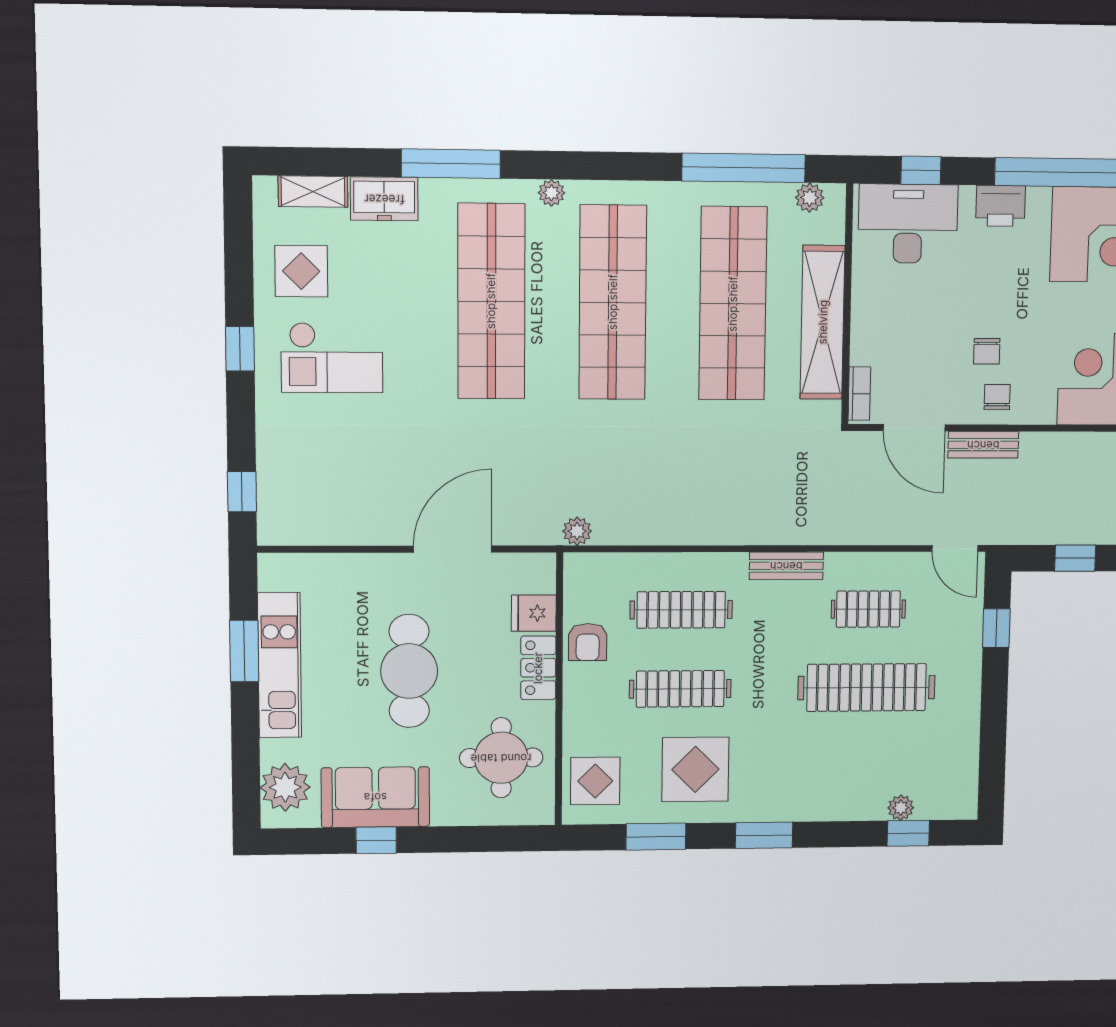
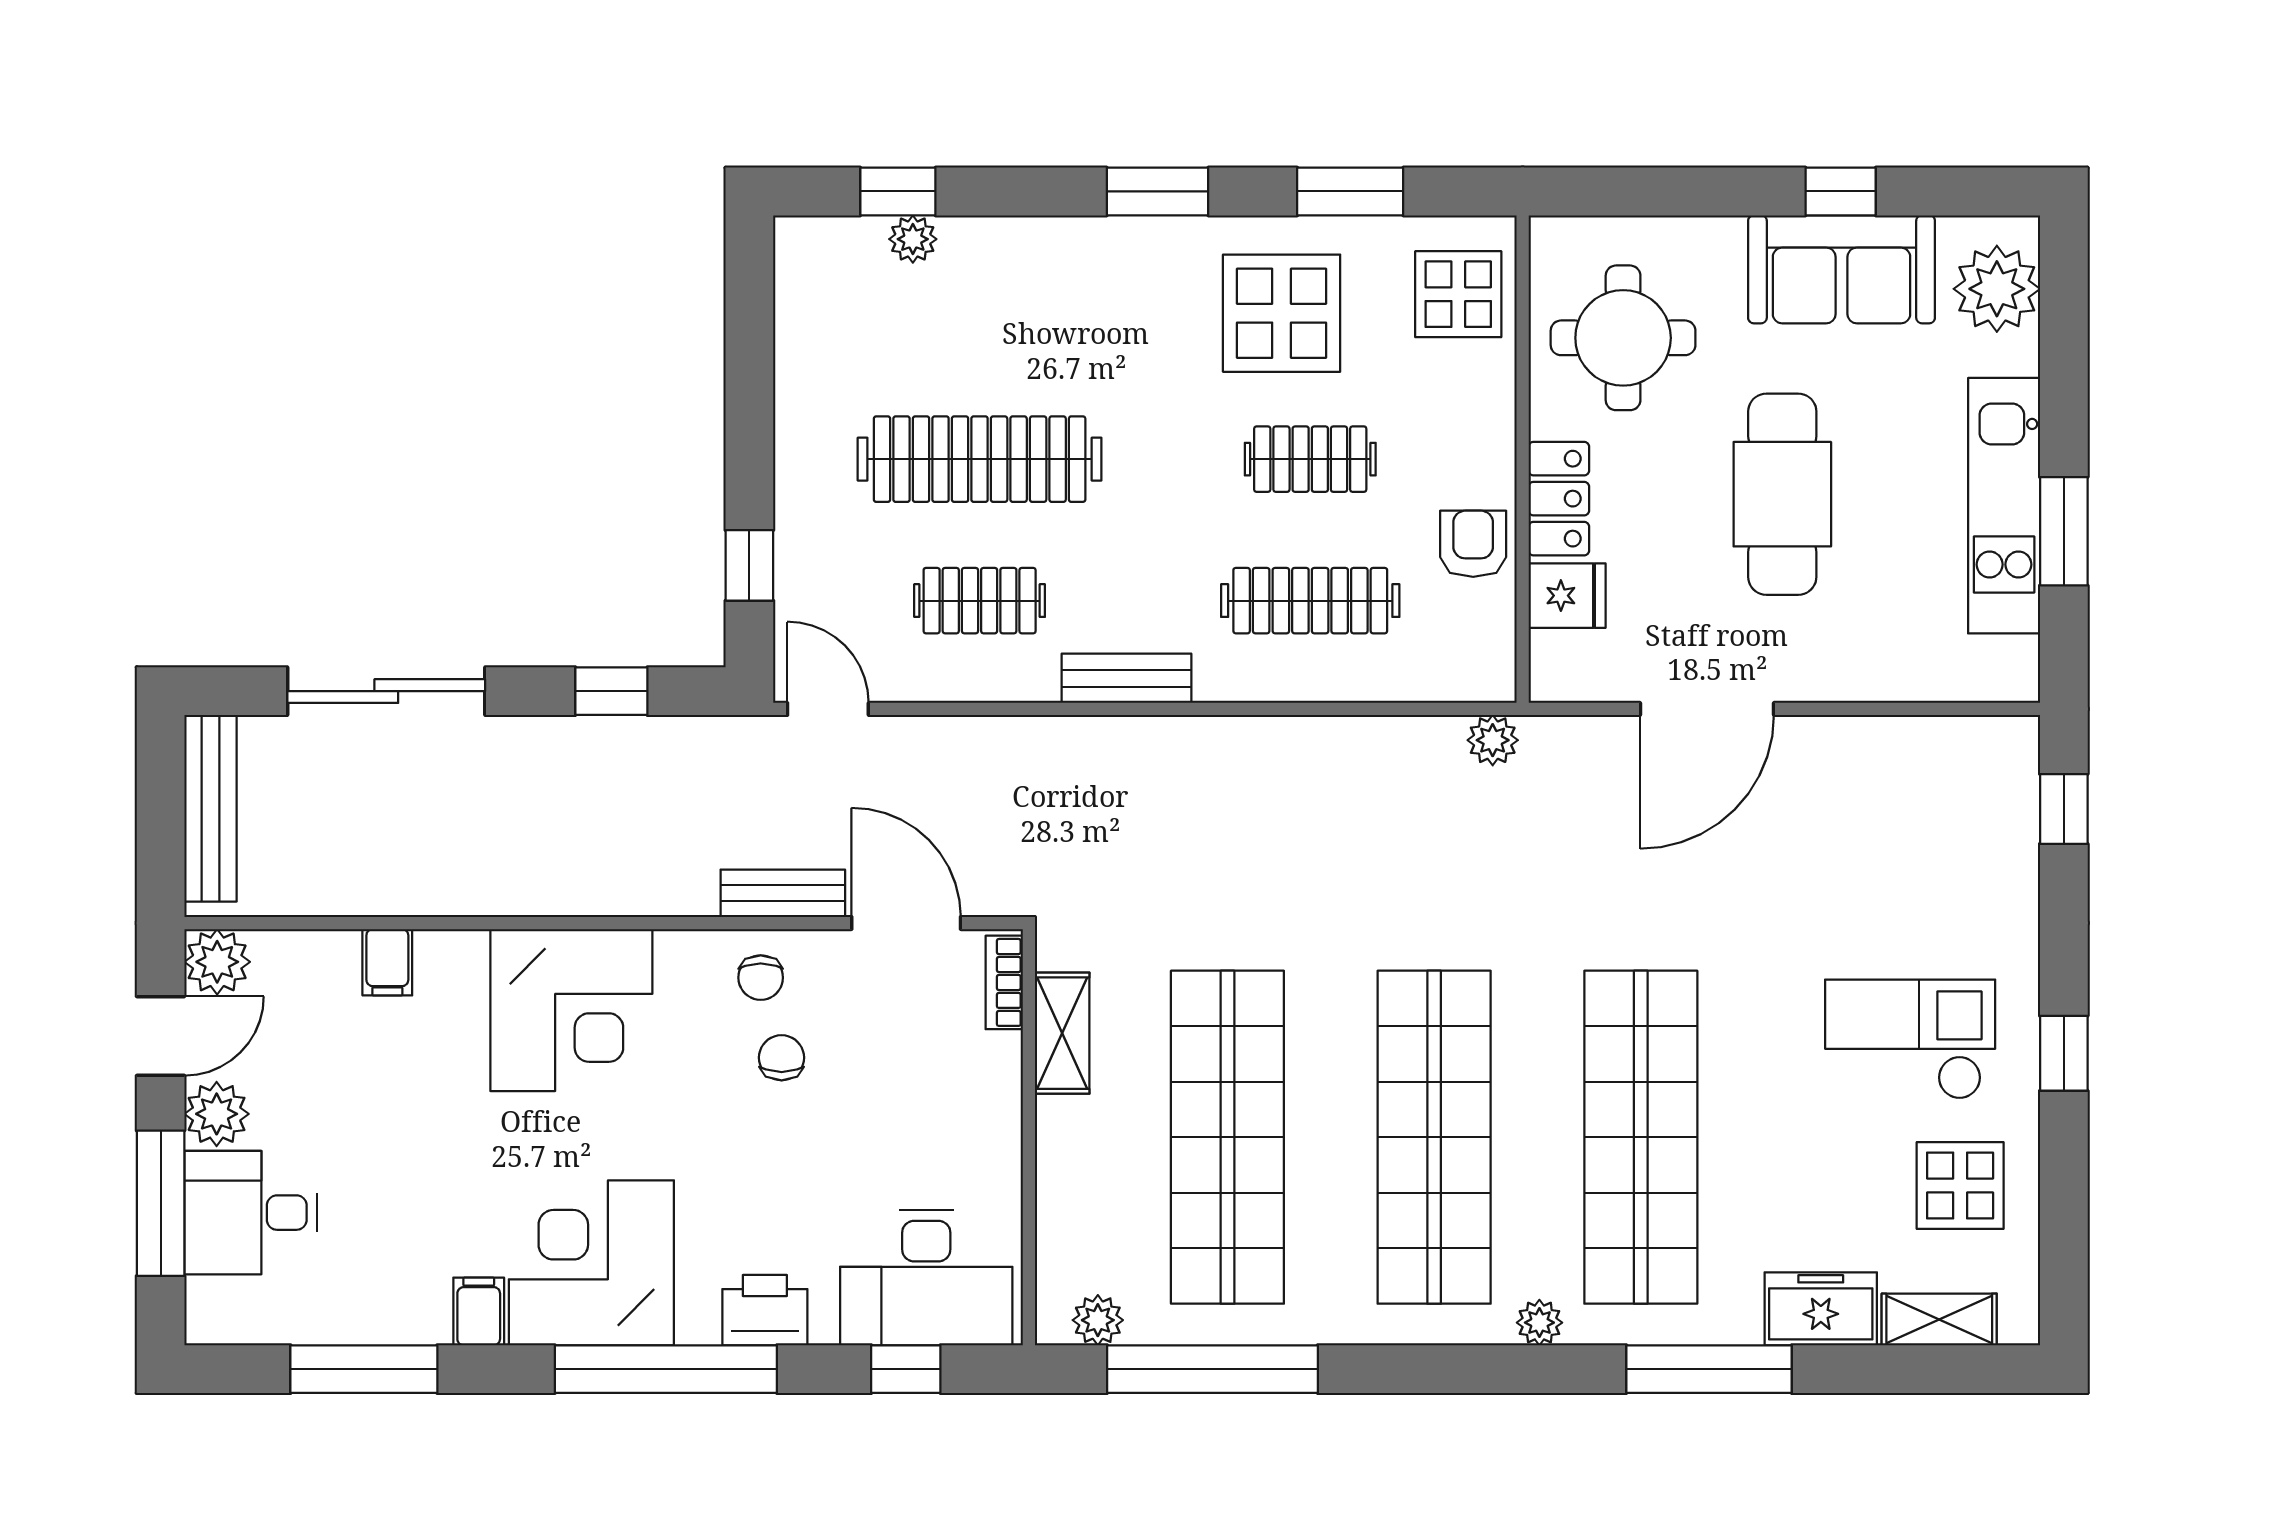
shelving: (823, 322) -> (1062, 1033), width x0.45, depth x0.75
clothes rail: (680, 689) -> (1310, 459), width x0.73

